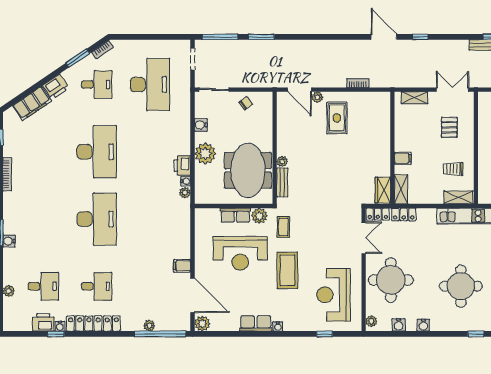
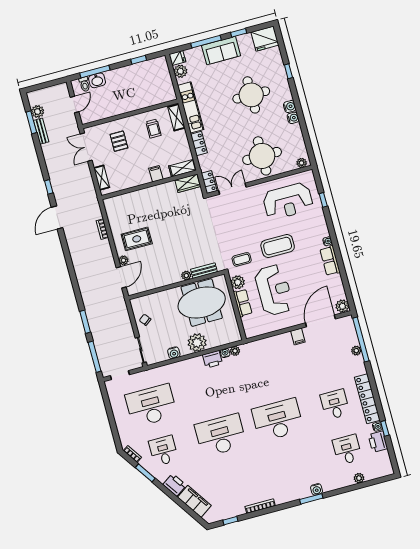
pallet: (449, 127) -> (119, 141), turned 90
locker: (404, 214) -> (199, 143), moved
water cooler: (399, 325) -> (290, 106), moved

